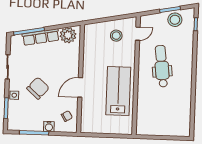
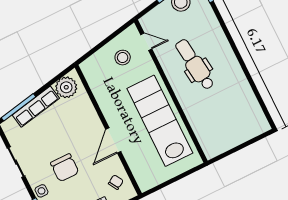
door: (138, 34) -> (146, 42), hinge flipped
chair: (38, 88) -> (65, 168), turned 138
lab bench: (118, 91) -> (160, 121), width x1.36

